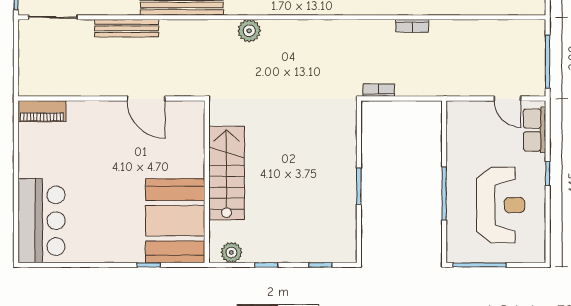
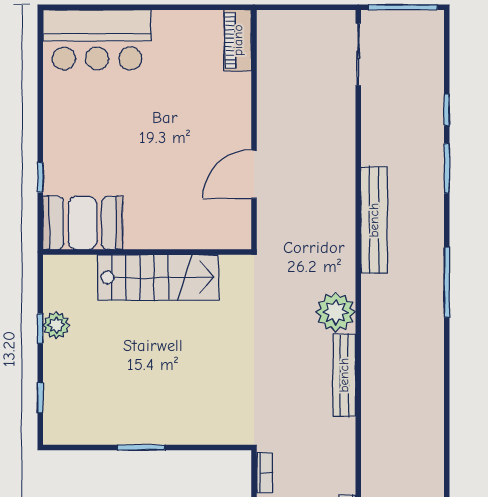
bench: (127, 28) -> (344, 375), moved
plant: (249, 31) -> (336, 312), width x1.36, depth x1.36
booth: (175, 221) -> (83, 223), width x0.73, depth x0.70
plant: (231, 252) -> (56, 325), moved

